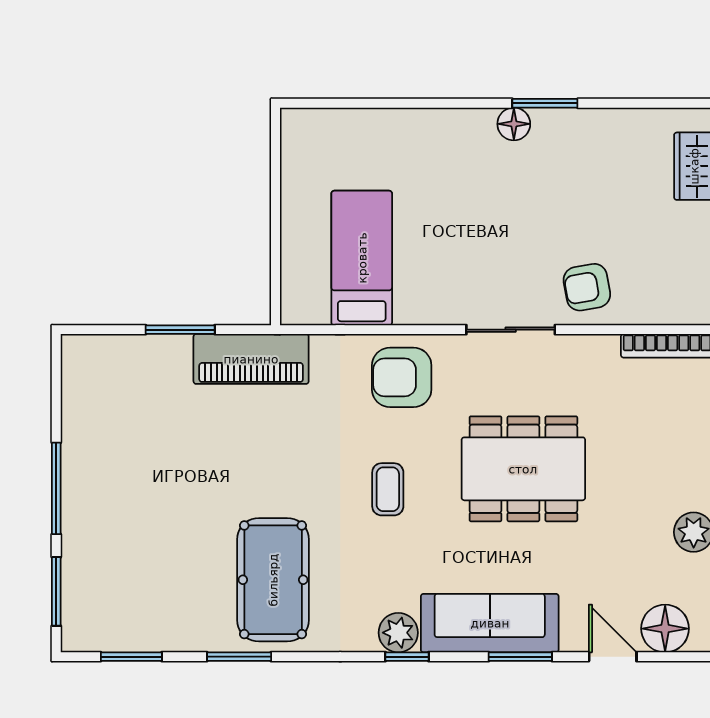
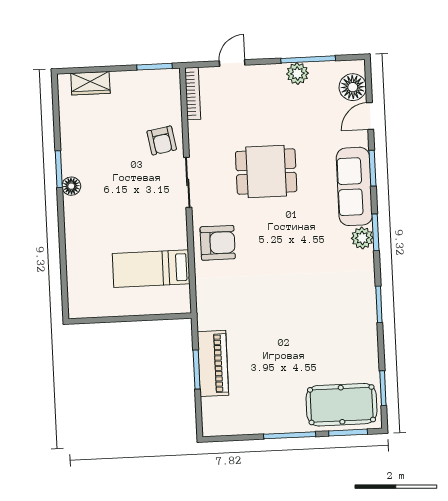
piano: (251, 359) -> (213, 363), moved
armchair: (402, 377) -> (218, 243), turned -90
dining table: (523, 469) -> (266, 172), width x0.73
coffee table: (388, 489) -> (281, 248), removed
pool table: (273, 580) -> (342, 405), moved
window: (239, 657) -> (379, 304), moved
window: (407, 657) -> (376, 232), width x1.50

